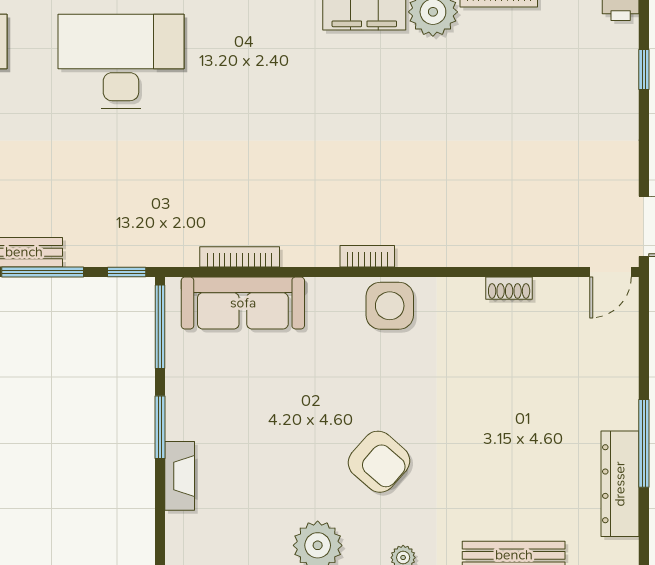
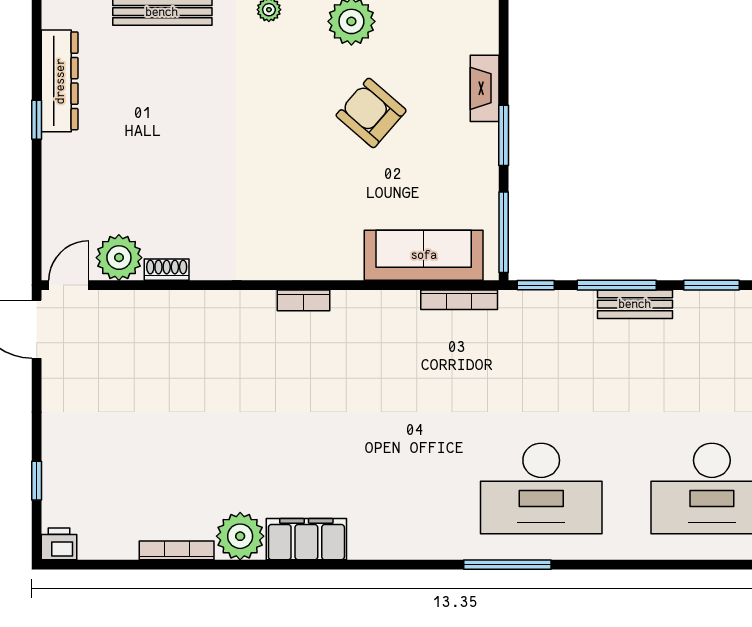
bookcase: (240, 257) -> (459, 300), moved
plant: (559, 301) -> (119, 258), added
side table: (390, 306) -> (282, 253), removed
window: (644, 443) -> (37, 120), width x0.46
armchair: (379, 462) -> (371, 113), moved

